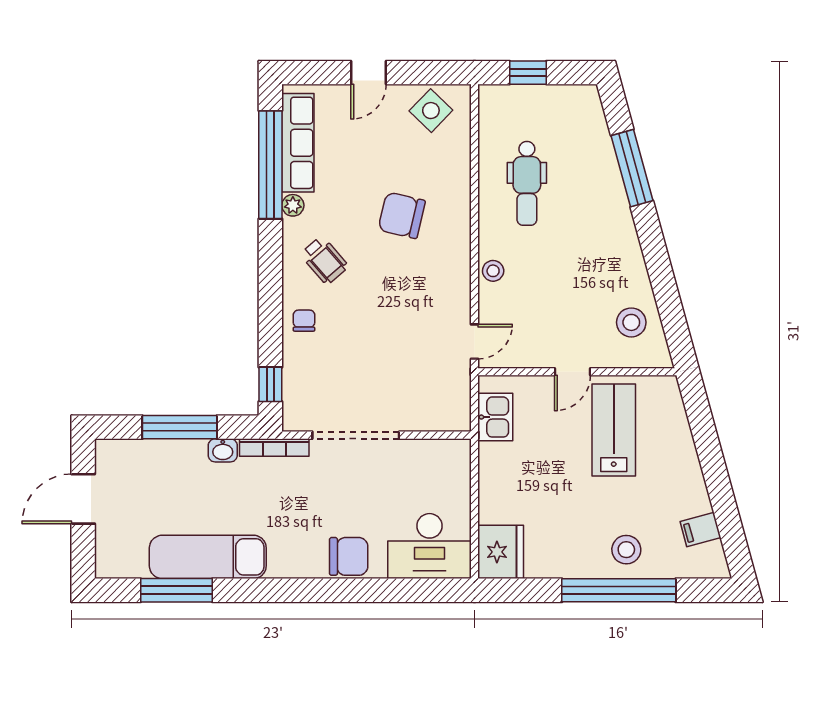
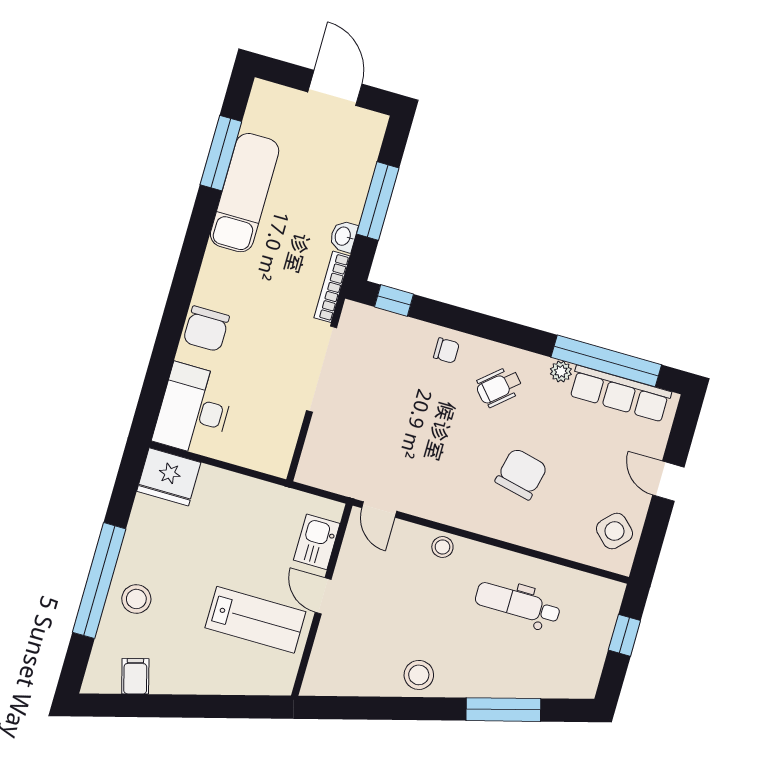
stool: (631, 322) -> (419, 675), moved
kitchen sink: (495, 417) -> (317, 542), moved, turned 90

